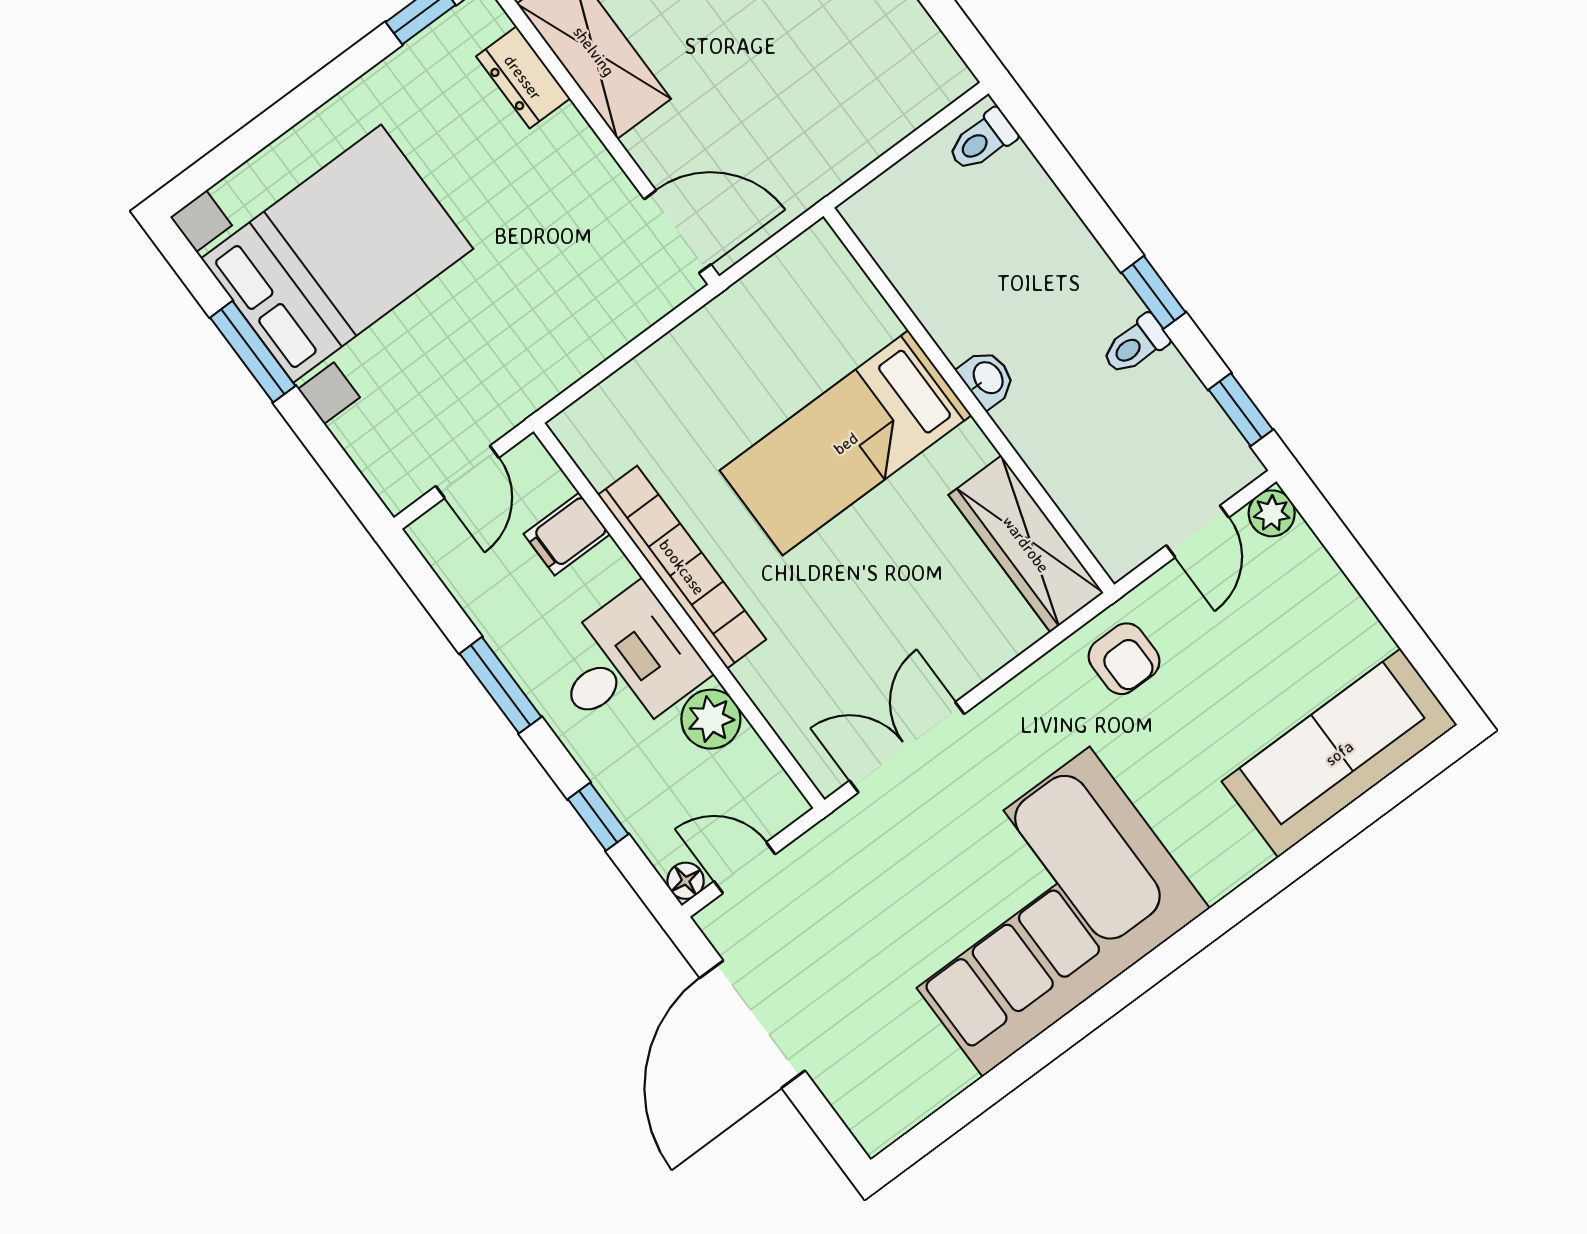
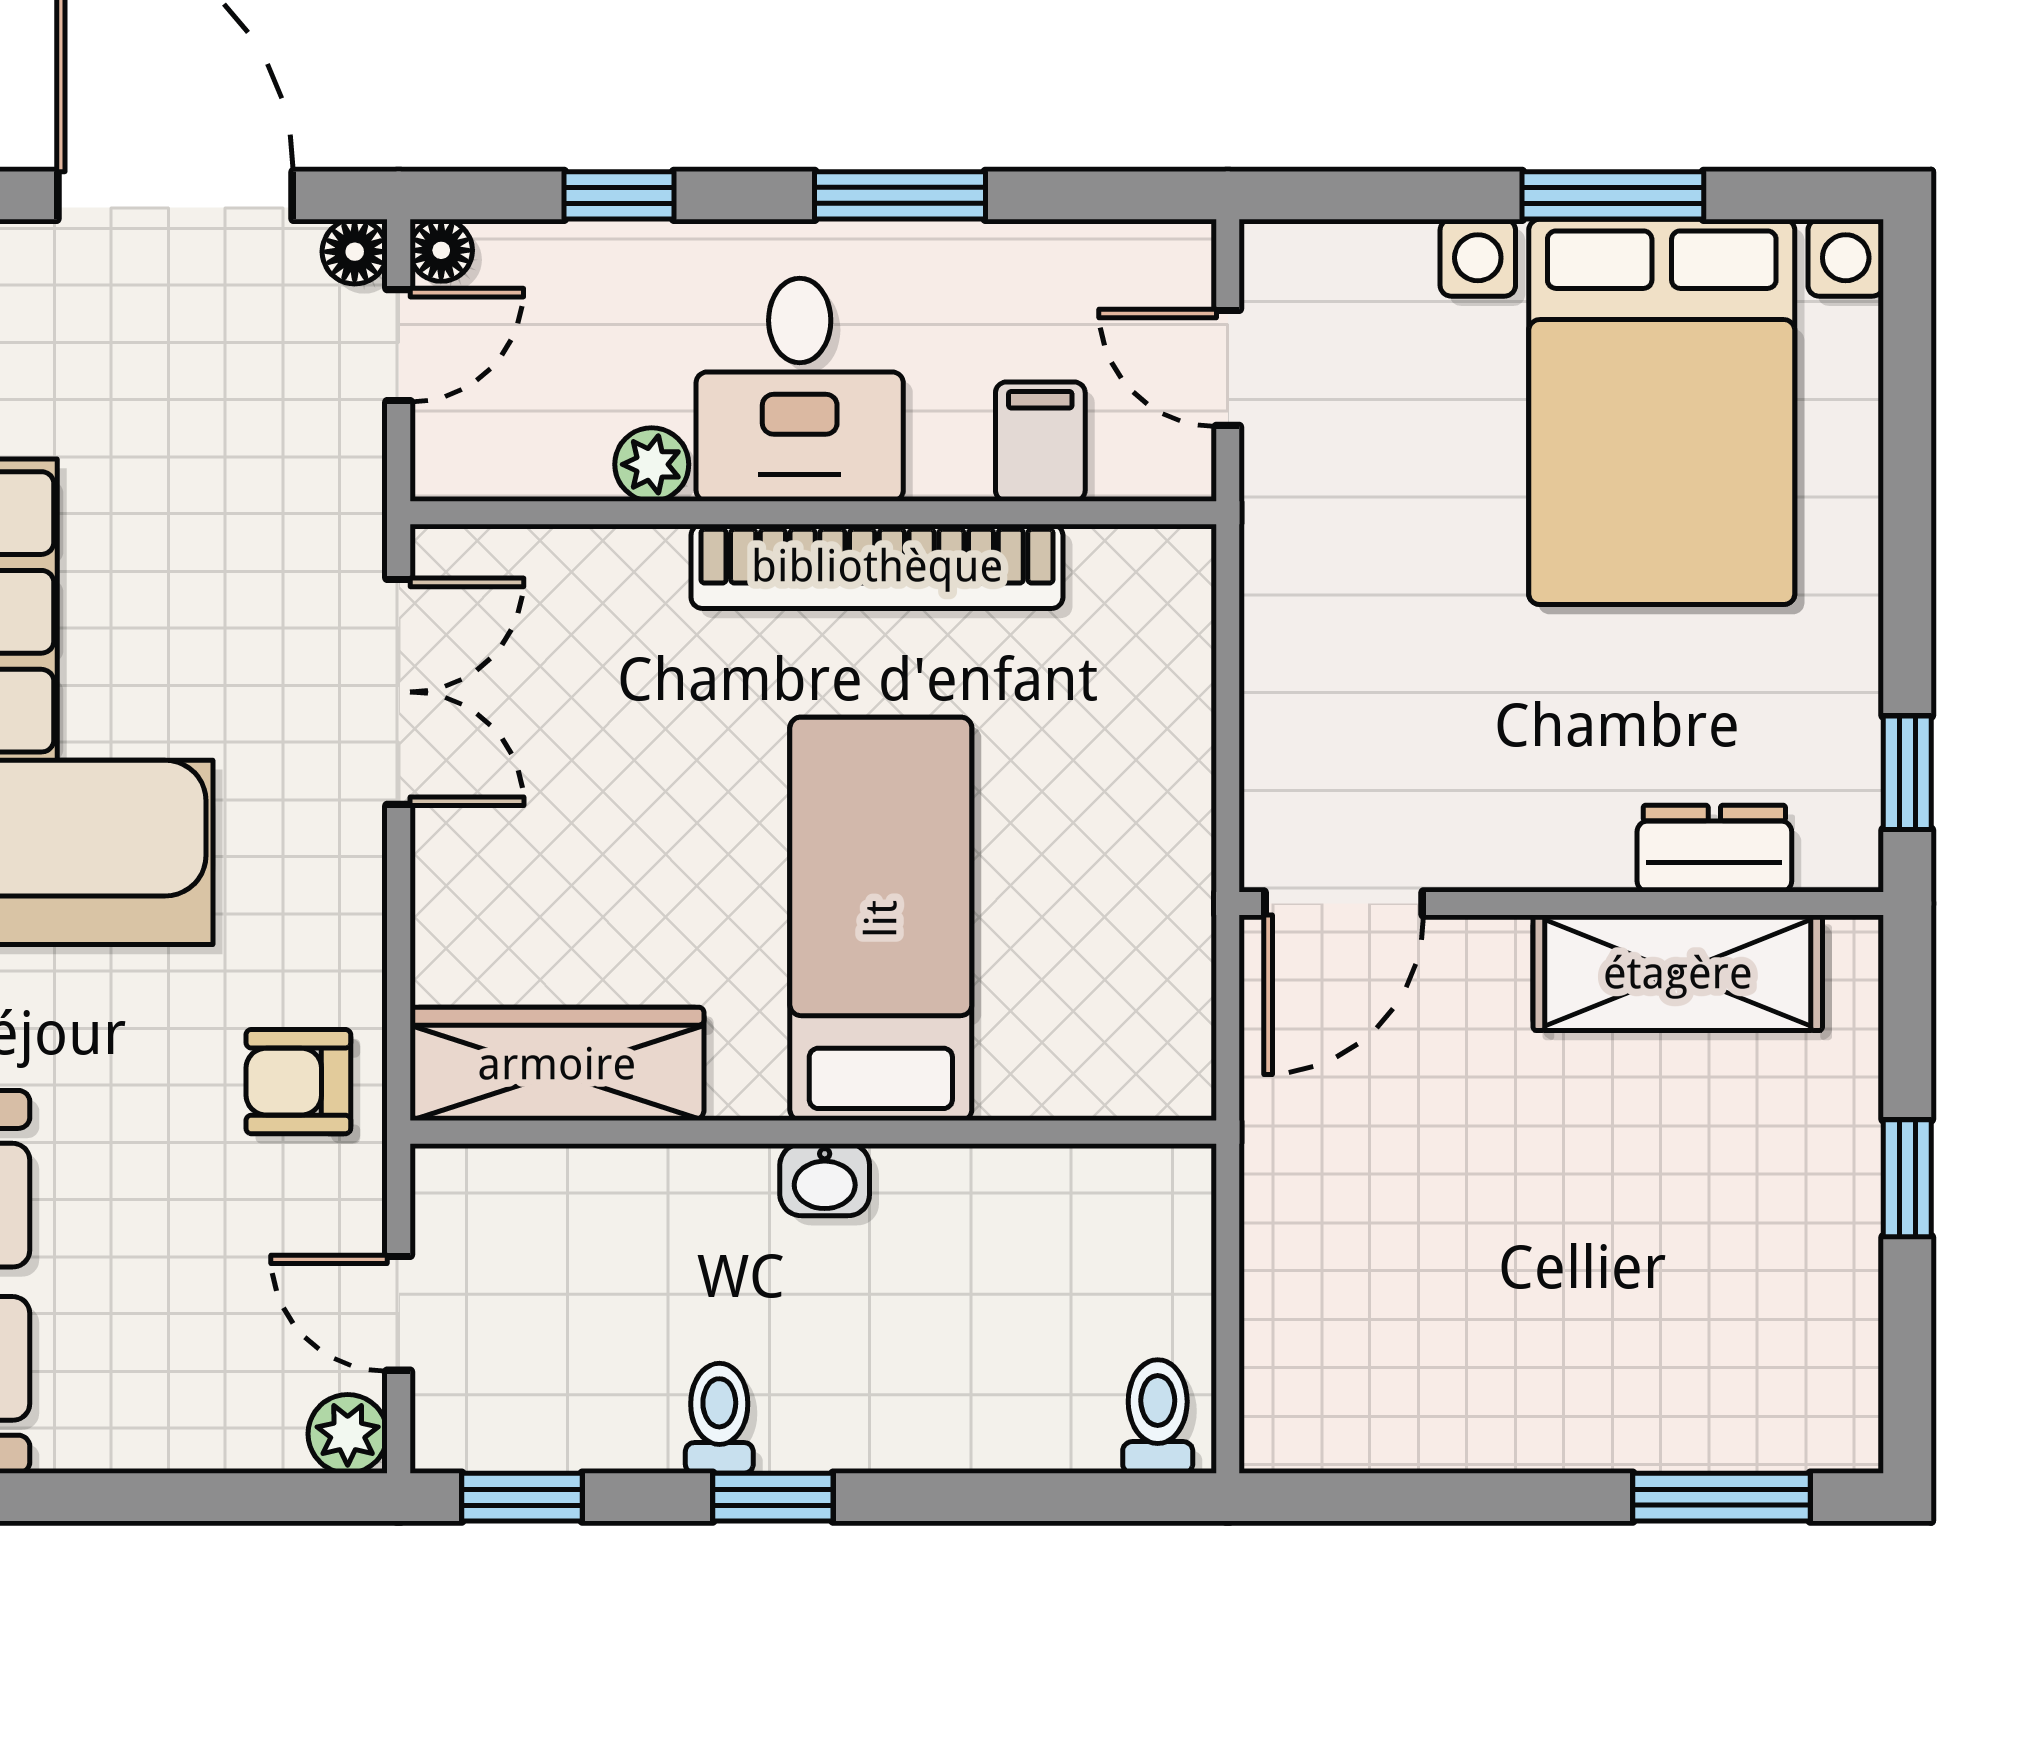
plant: (711, 719) -> (652, 464), width x0.73, depth x0.73
floor lamp: (716, 921) -> (355, 252), added

